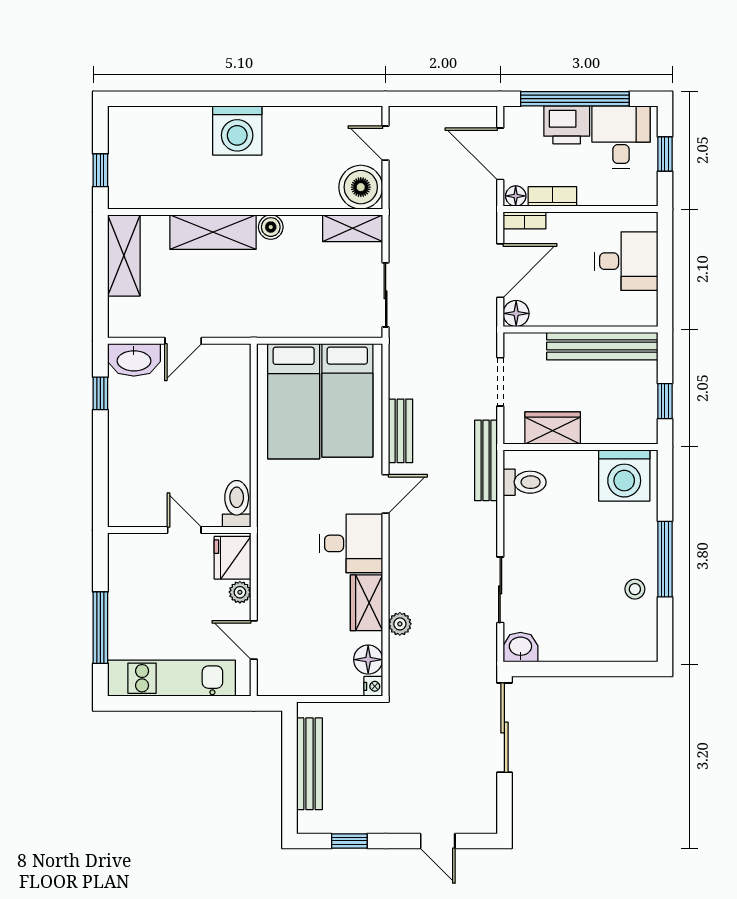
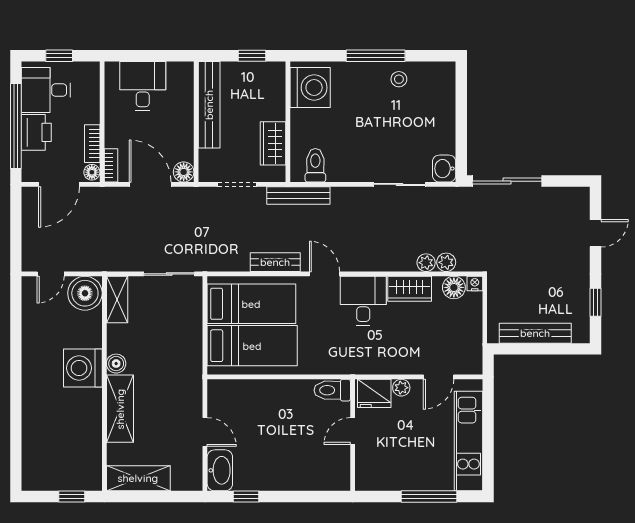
washing machine: (237, 130) -> (83, 368), moved, turned 180
plant: (400, 650) -> (446, 262), added

